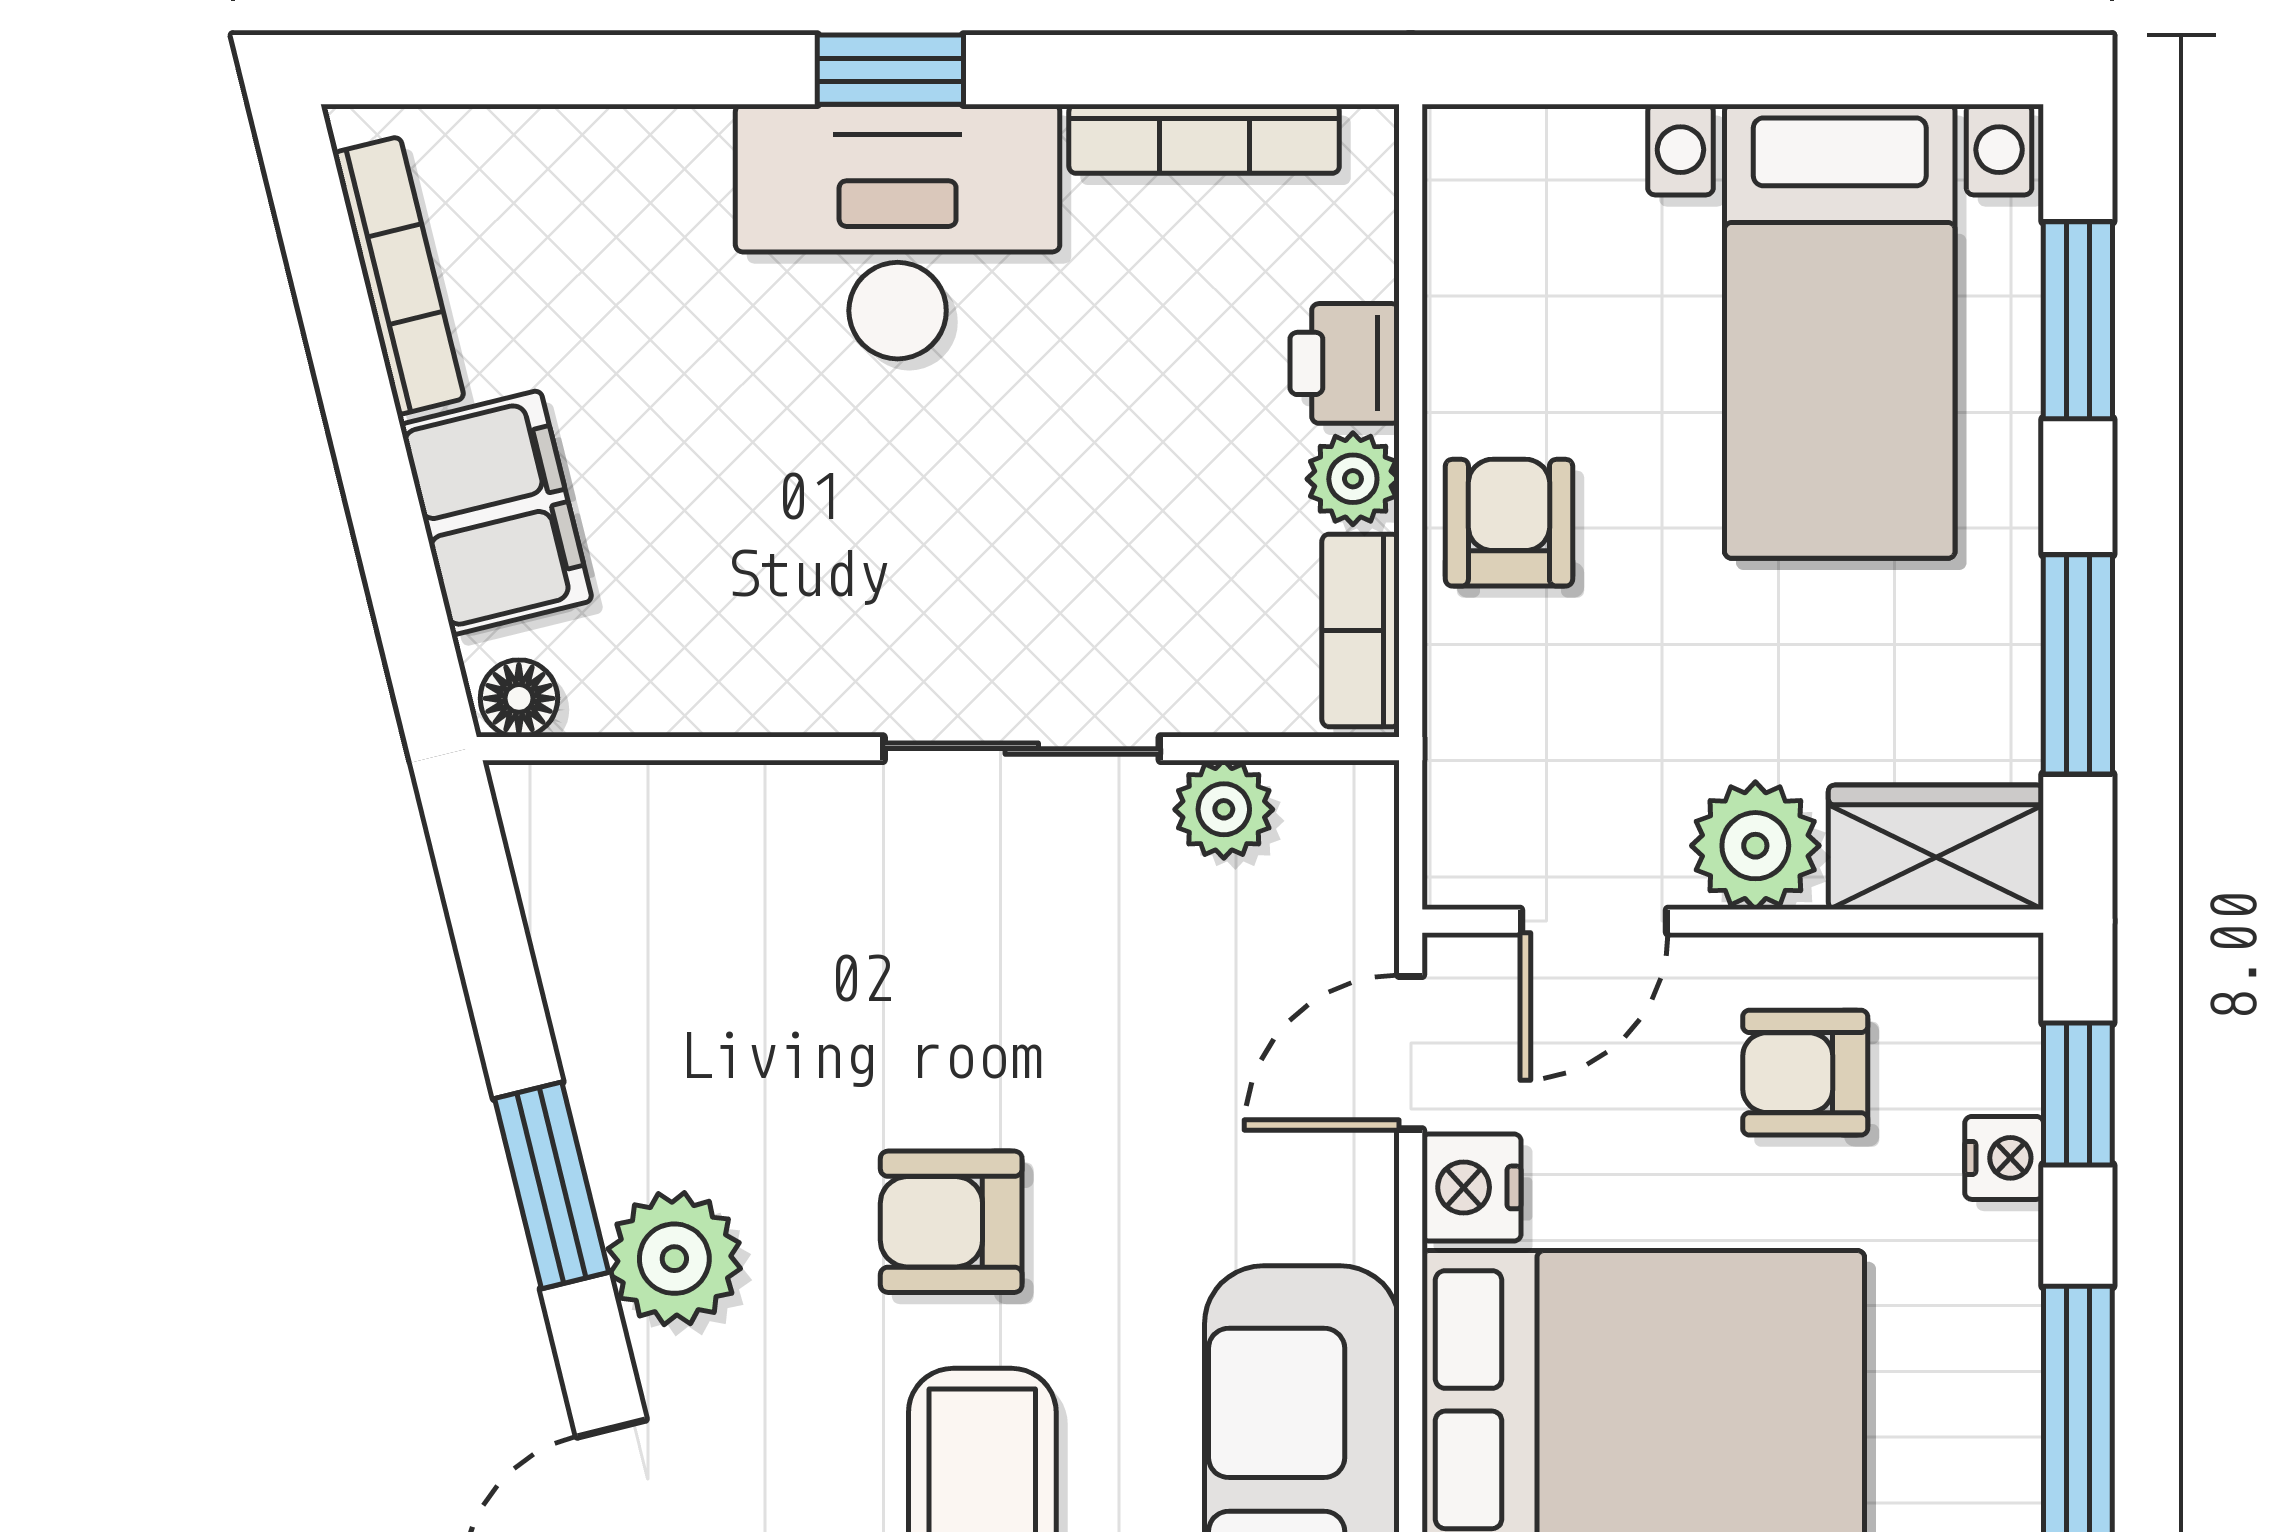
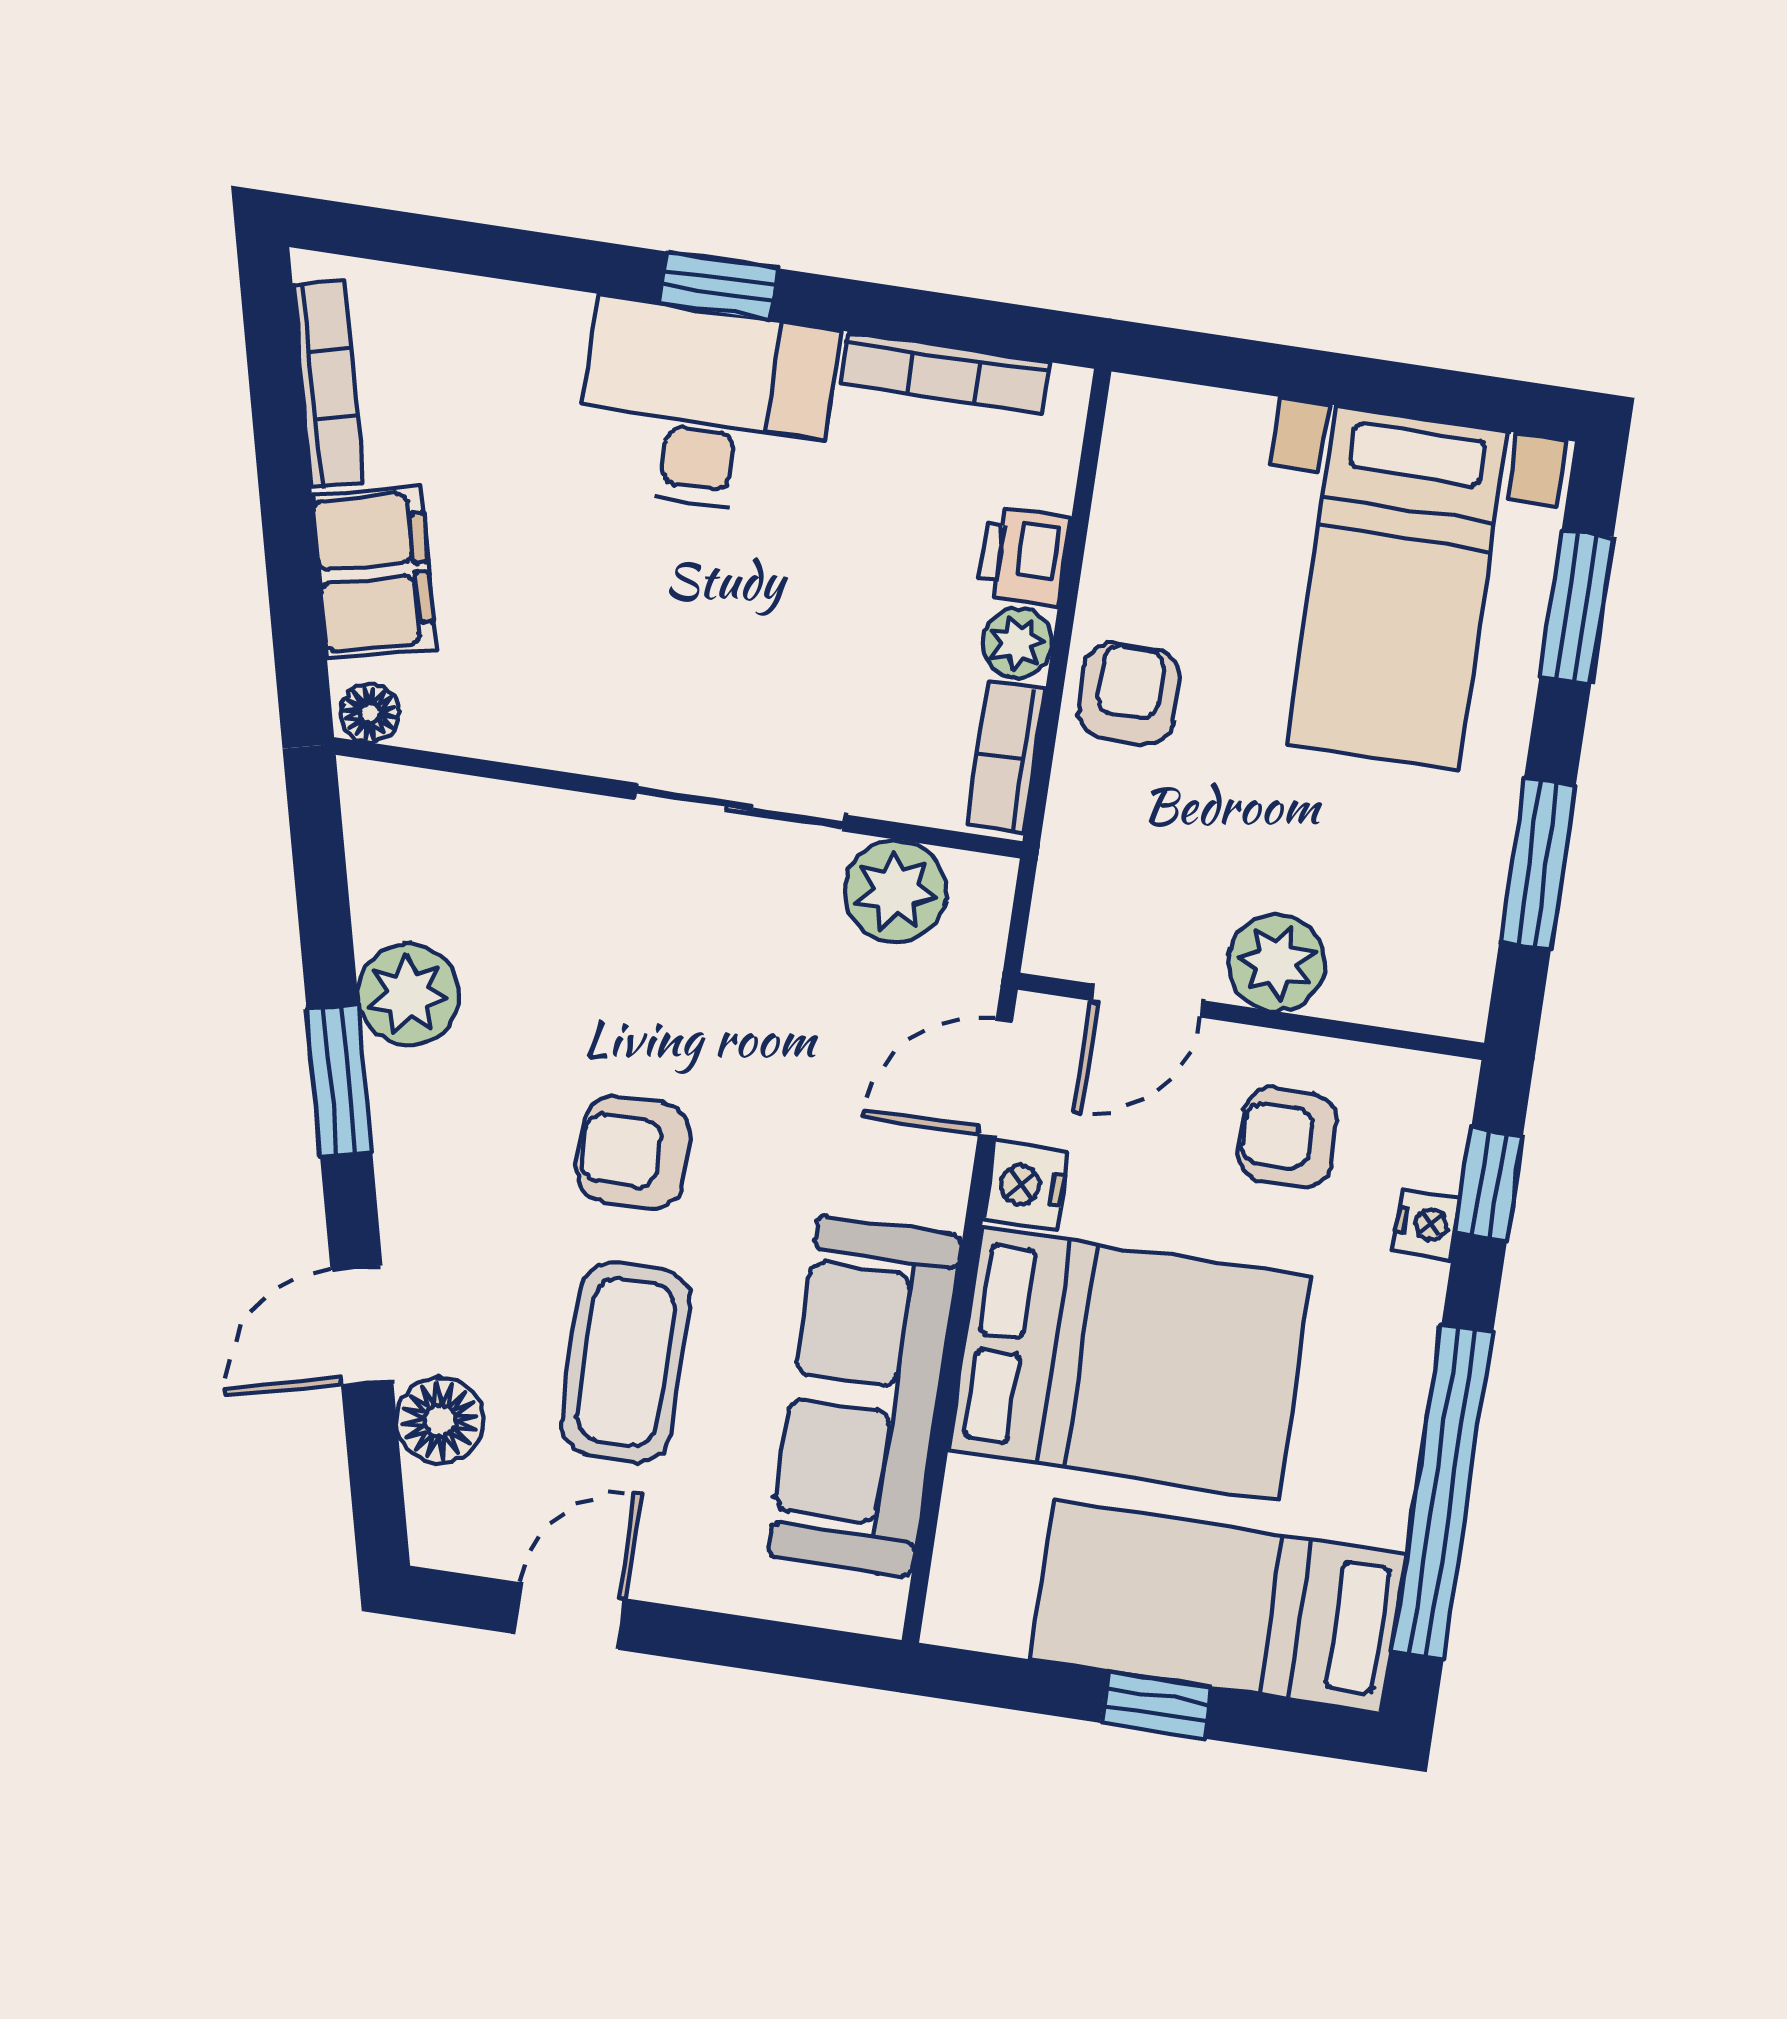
plant: (1224, 809) -> (895, 891), width x1.38, depth x1.38
wardrobe: (1936, 847) -> (1411, 984), removed
plant: (674, 1259) -> (408, 994), moved

